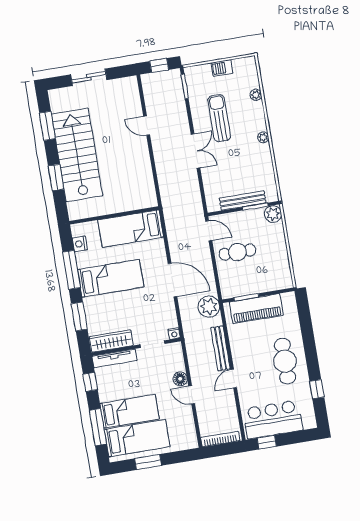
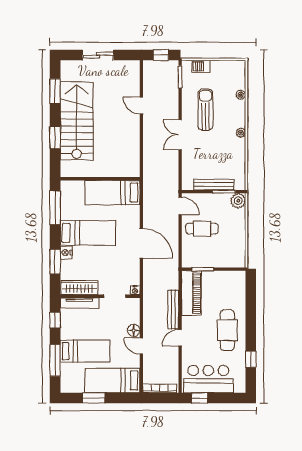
barbecue: (222, 68) -> (201, 66), moved
double door: (195, 151) -> (180, 135), swing flipped
nightstand: (80, 244) -> (66, 253), moved
window: (72, 270) -> (55, 208), moved
plant: (209, 307) -> (169, 272), removed
piano: (256, 309) -> (191, 293), moved, turned -90
bed: (137, 438) -> (112, 380), moved, turned 180

